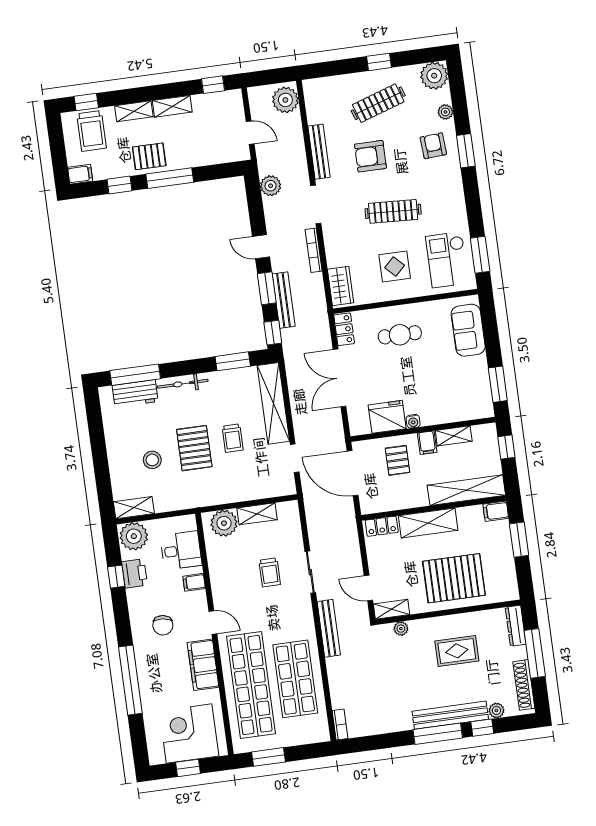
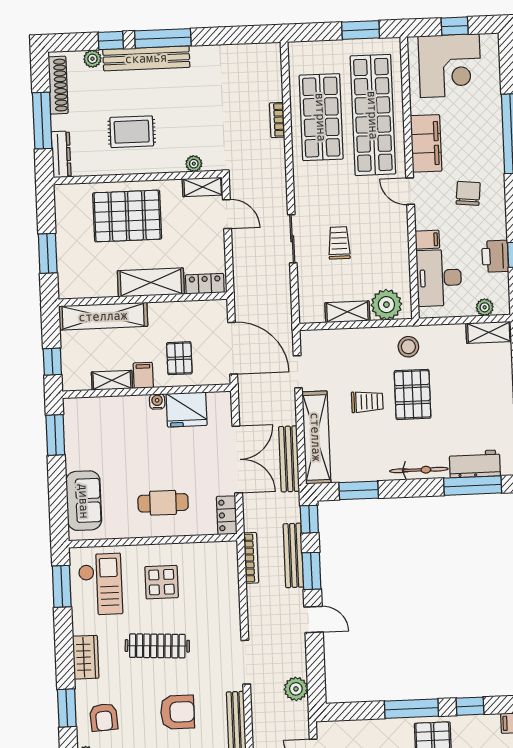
bookcase: (314, 250) -> (251, 558), moved
wardrobe: (341, 286) -> (86, 657), moved, turned 180
trolley: (233, 438) -> (367, 402), turned 90
stool: (152, 460) -> (408, 347), moved
filing cabinet: (496, 511) -> (71, 289), removed
plant: (134, 536) -> (485, 307), width x0.53, depth x0.53
desk: (181, 550) -> (439, 278), width x1.37
bench: (329, 628) -> (289, 459), moved
bookcase: (340, 725) -> (277, 120), moved

